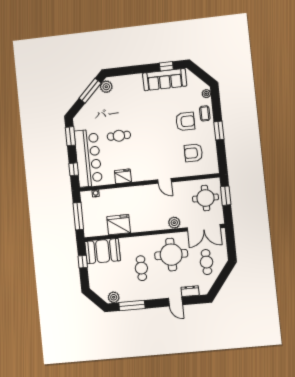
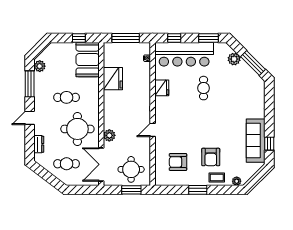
plant: (106, 87) -> (234, 59), moved
armchair: (193, 153) -> (178, 162), turned -90
door: (176, 302) -> (30, 118), moved

